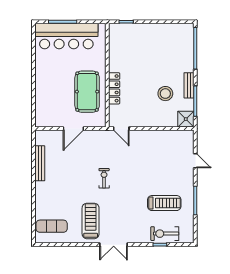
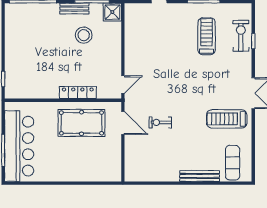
door: (73, 129) -> (123, 123), moved
bench: (40, 163) -> (200, 176), moved
exercise bike: (104, 178) -> (160, 122), moved
exercise bike: (165, 234) -> (241, 36), turned 180

